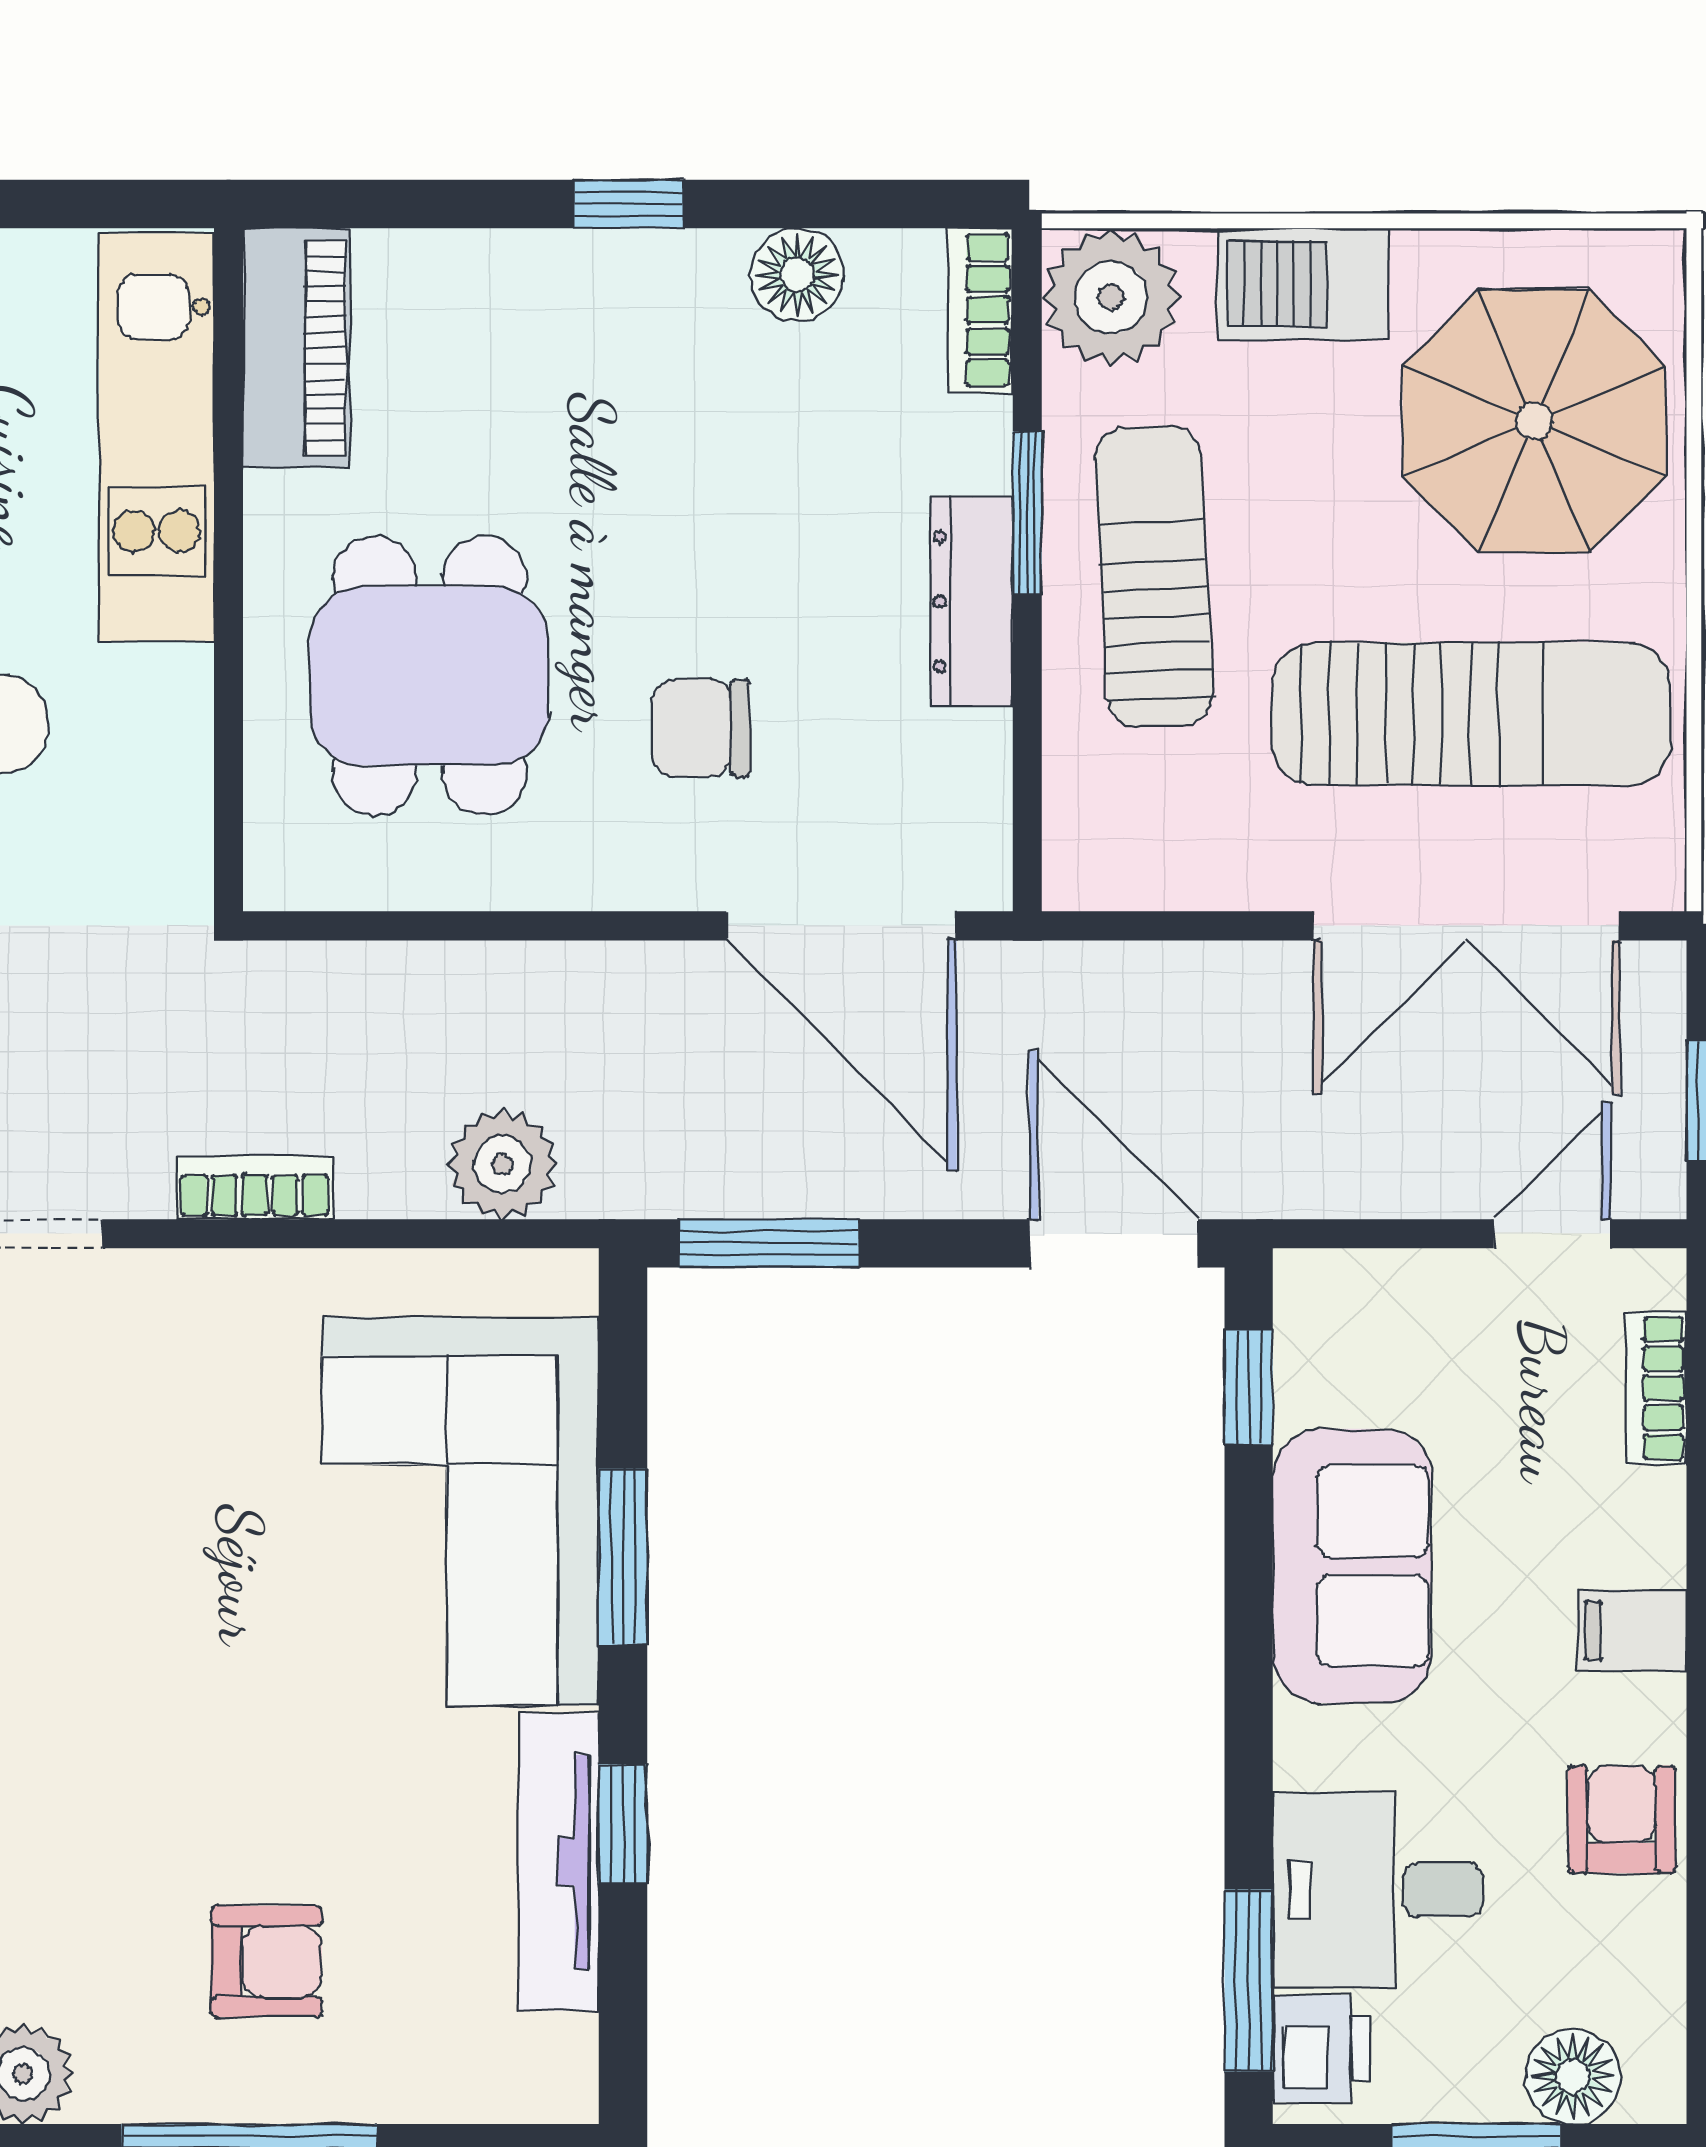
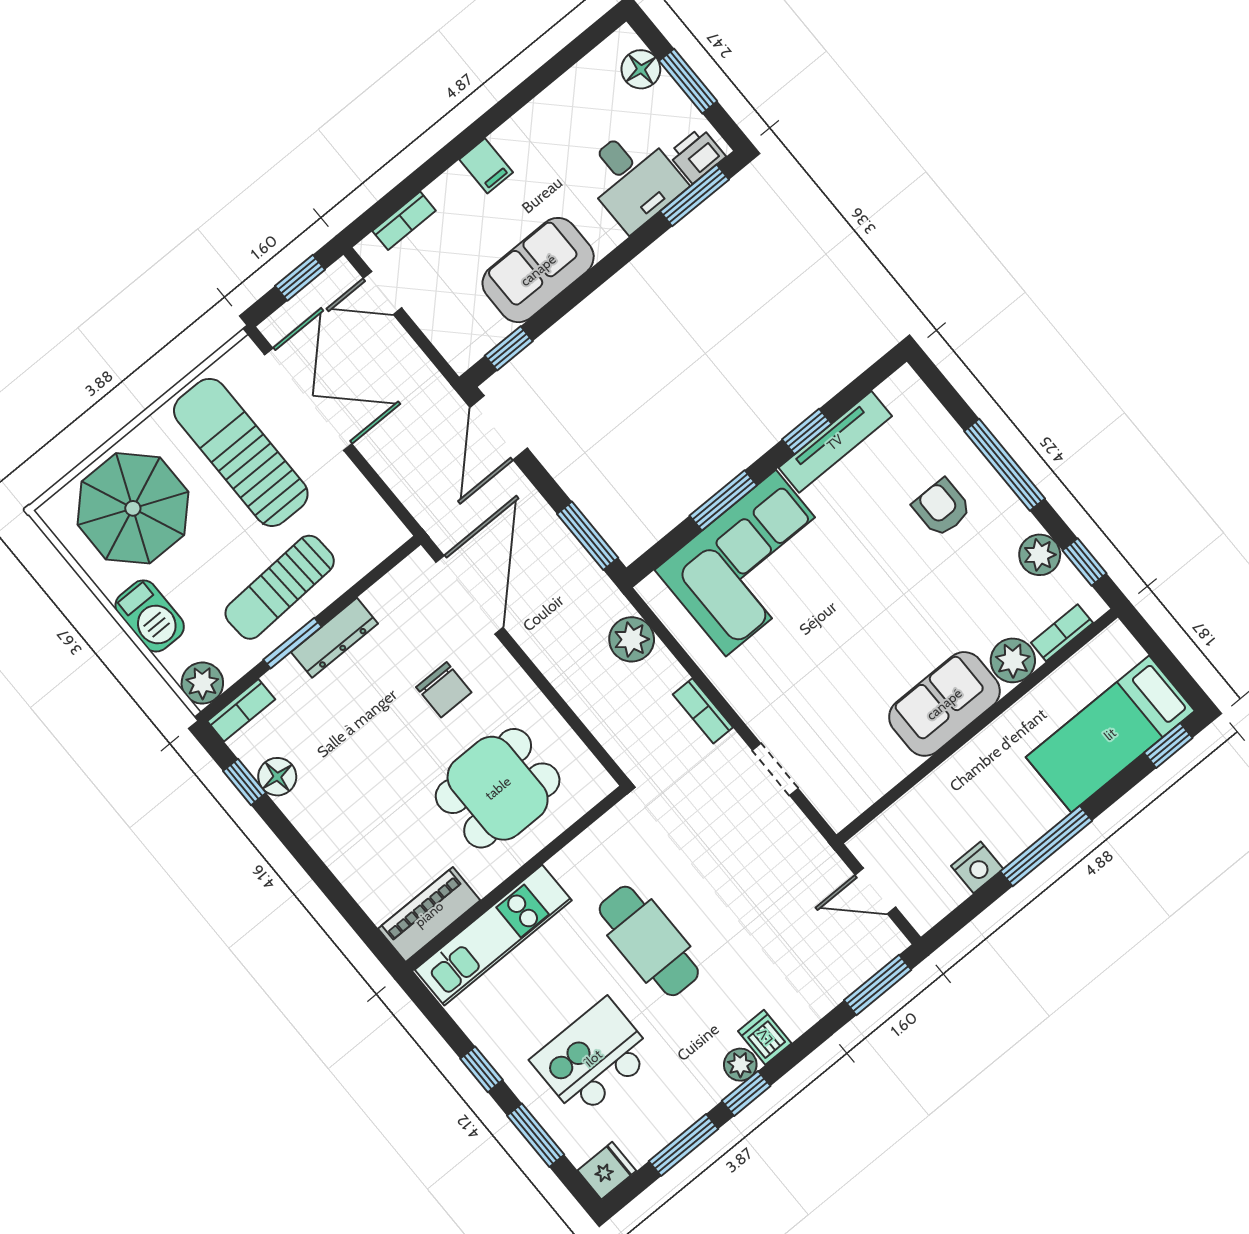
window: (628, 204) -> (244, 782), moved
plant: (1111, 297) -> (202, 683), width x0.73, depth x0.73
armchair: (1622, 1819) -> (548, 120), removed

